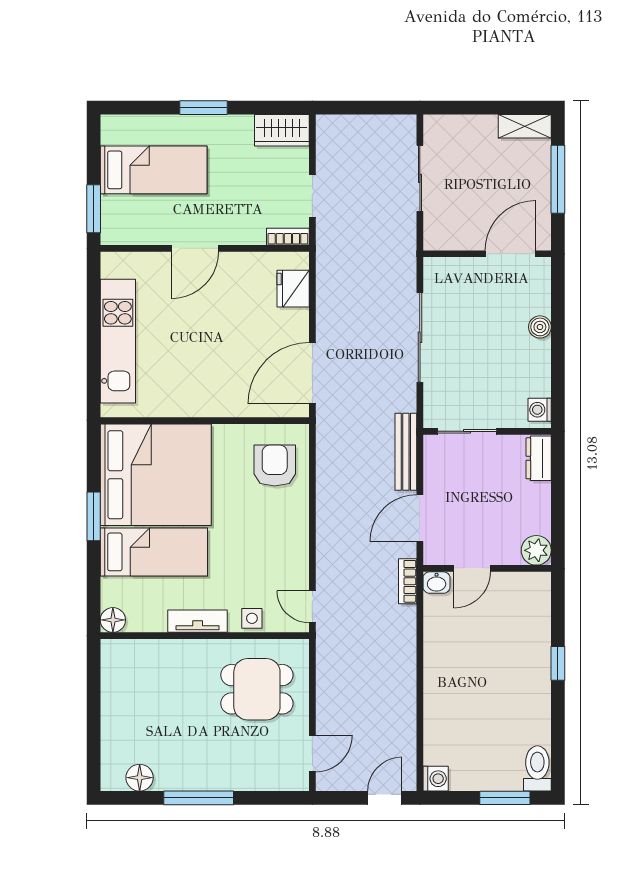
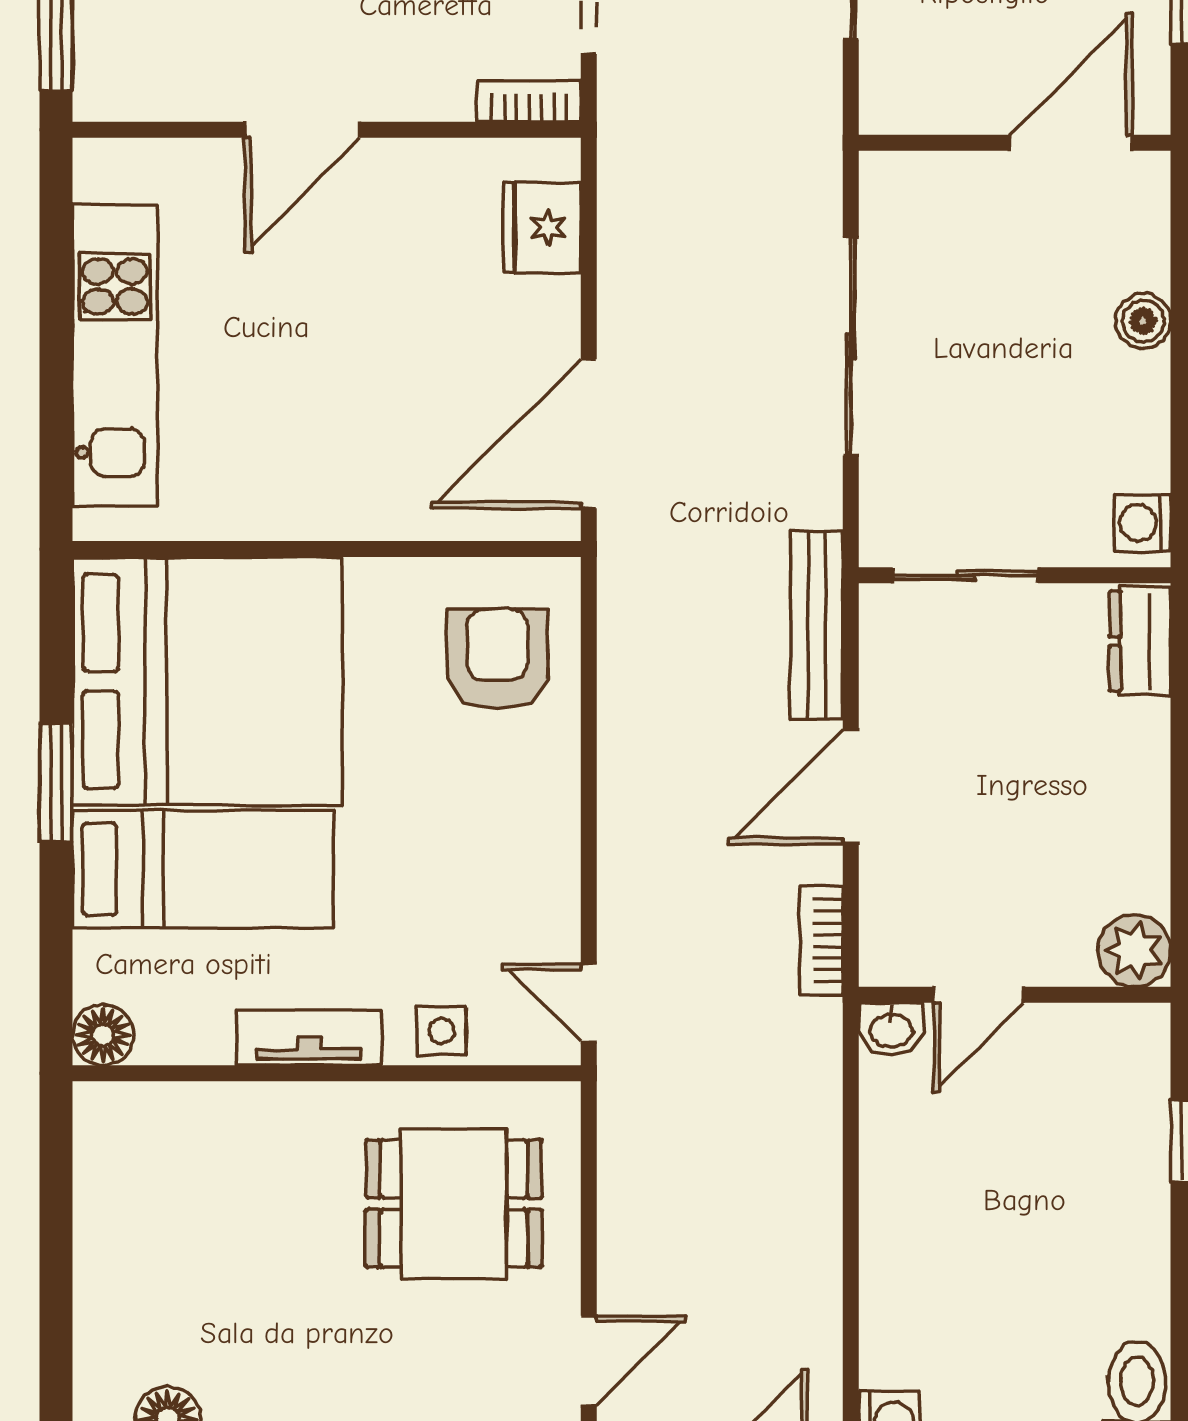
plant: (536, 550) -> (1134, 950), moved
door: (472, 568) -> (978, 995), moved
wall: (487, 568) -> (1015, 995), moved
washbasin: (437, 583) -> (891, 1029), moved

